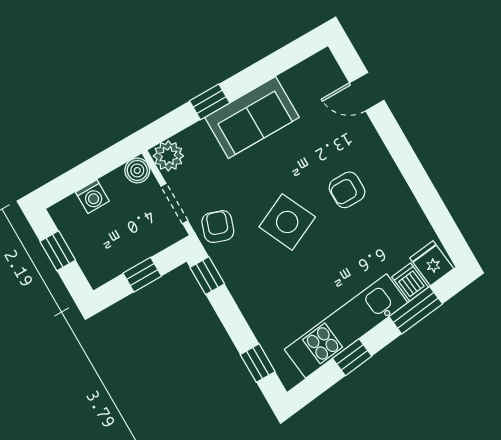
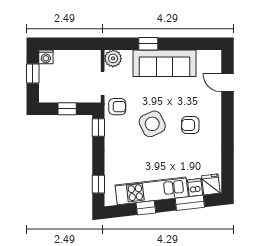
sofa: (252, 117) -> (164, 63), width x1.36
boiler: (137, 170) -> (94, 57), removed
washing machine: (92, 197) -> (46, 57), moved
armchair: (218, 227) -> (117, 107), turned 71

